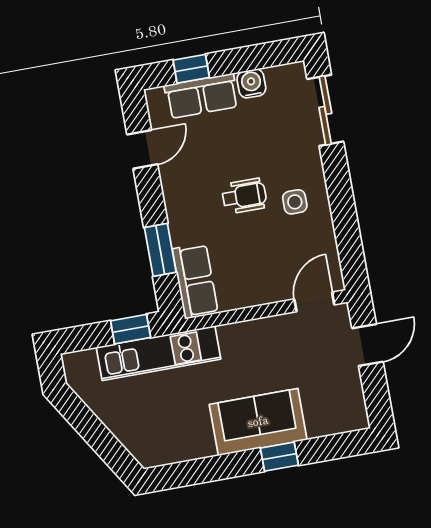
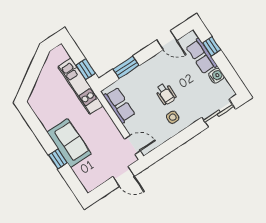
row of seats: (195, 281) -> (119, 105), moved, turned -90

